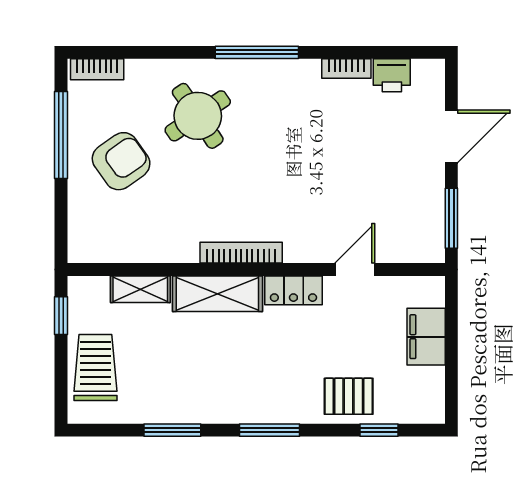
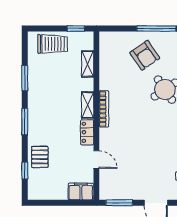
shelving: (217, 294) -> (88, 105), width x0.67, depth x0.75
filing cabinet: (426, 337) -> (81, 191), moved

